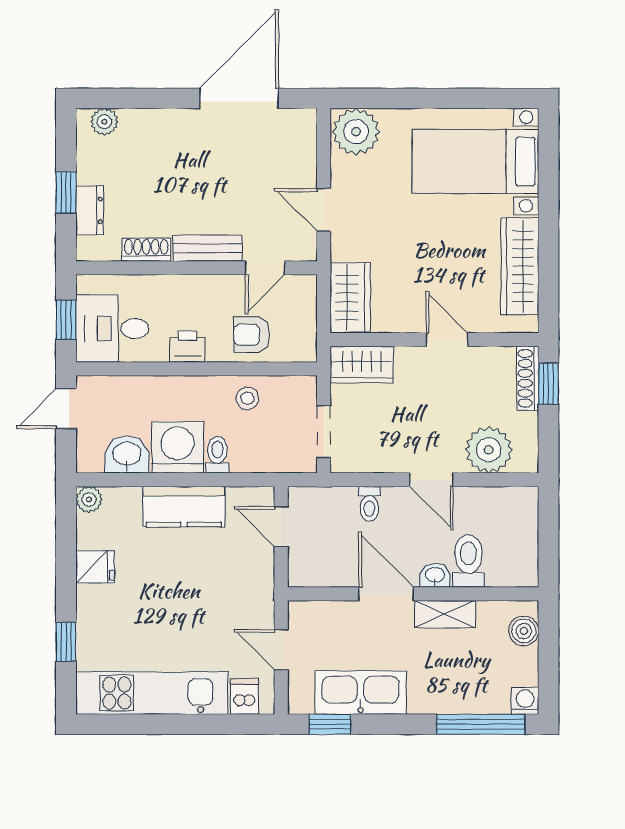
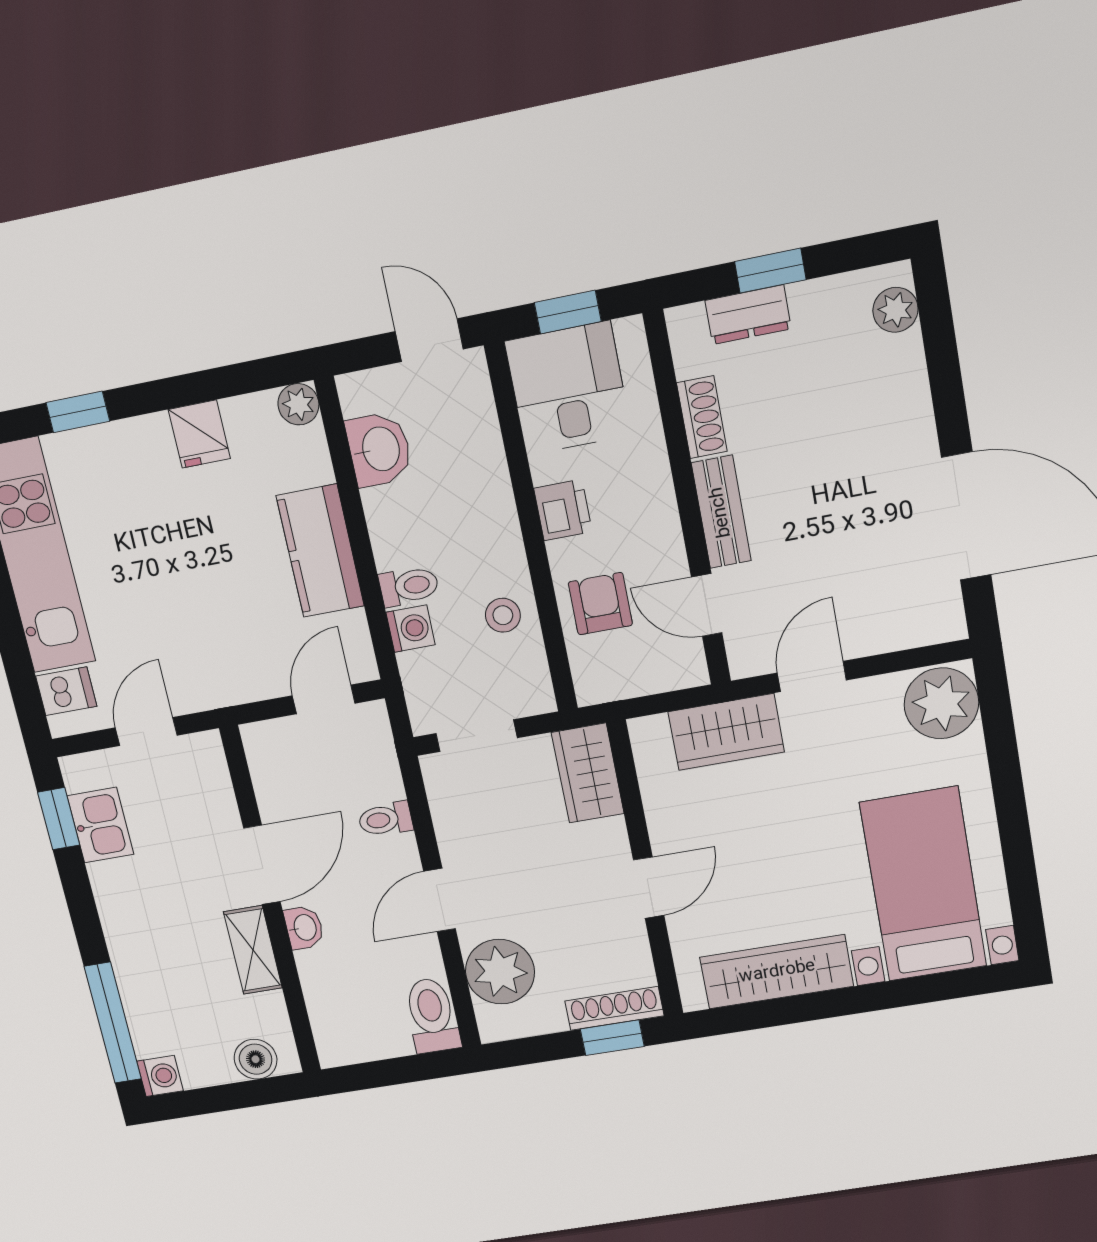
wardrobe: (350, 297) -> (726, 732), moved
washing machine: (177, 447) -> (411, 629), moved, width x0.53, depth x0.53
toilet: (468, 561) -> (432, 1015), moved, turned -90
kitchen sink: (361, 693) -> (100, 825), width x0.53, depth x0.81

